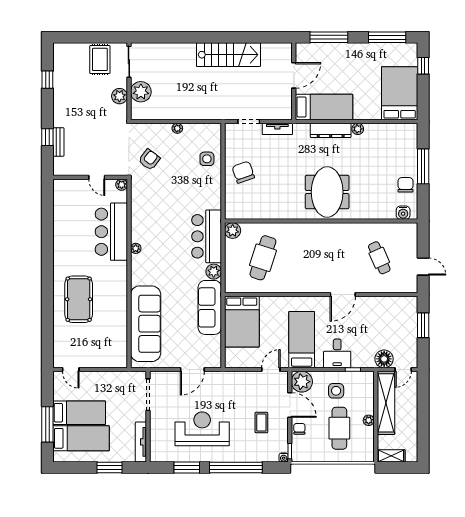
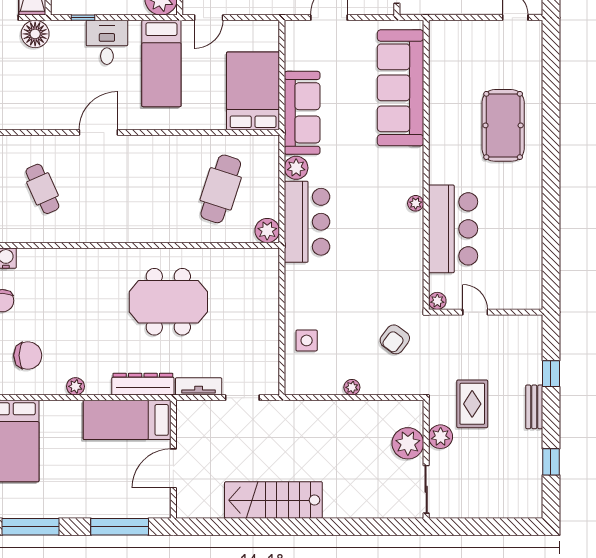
rug: (100, 59) -> (472, 404), moved
dresser: (331, 130) -> (143, 384), moved
bench: (58, 142) -> (534, 407), moved
chair: (243, 172) -> (28, 355), moved, turned -71
meeting table: (327, 192) -> (168, 302), moved, turned 90

